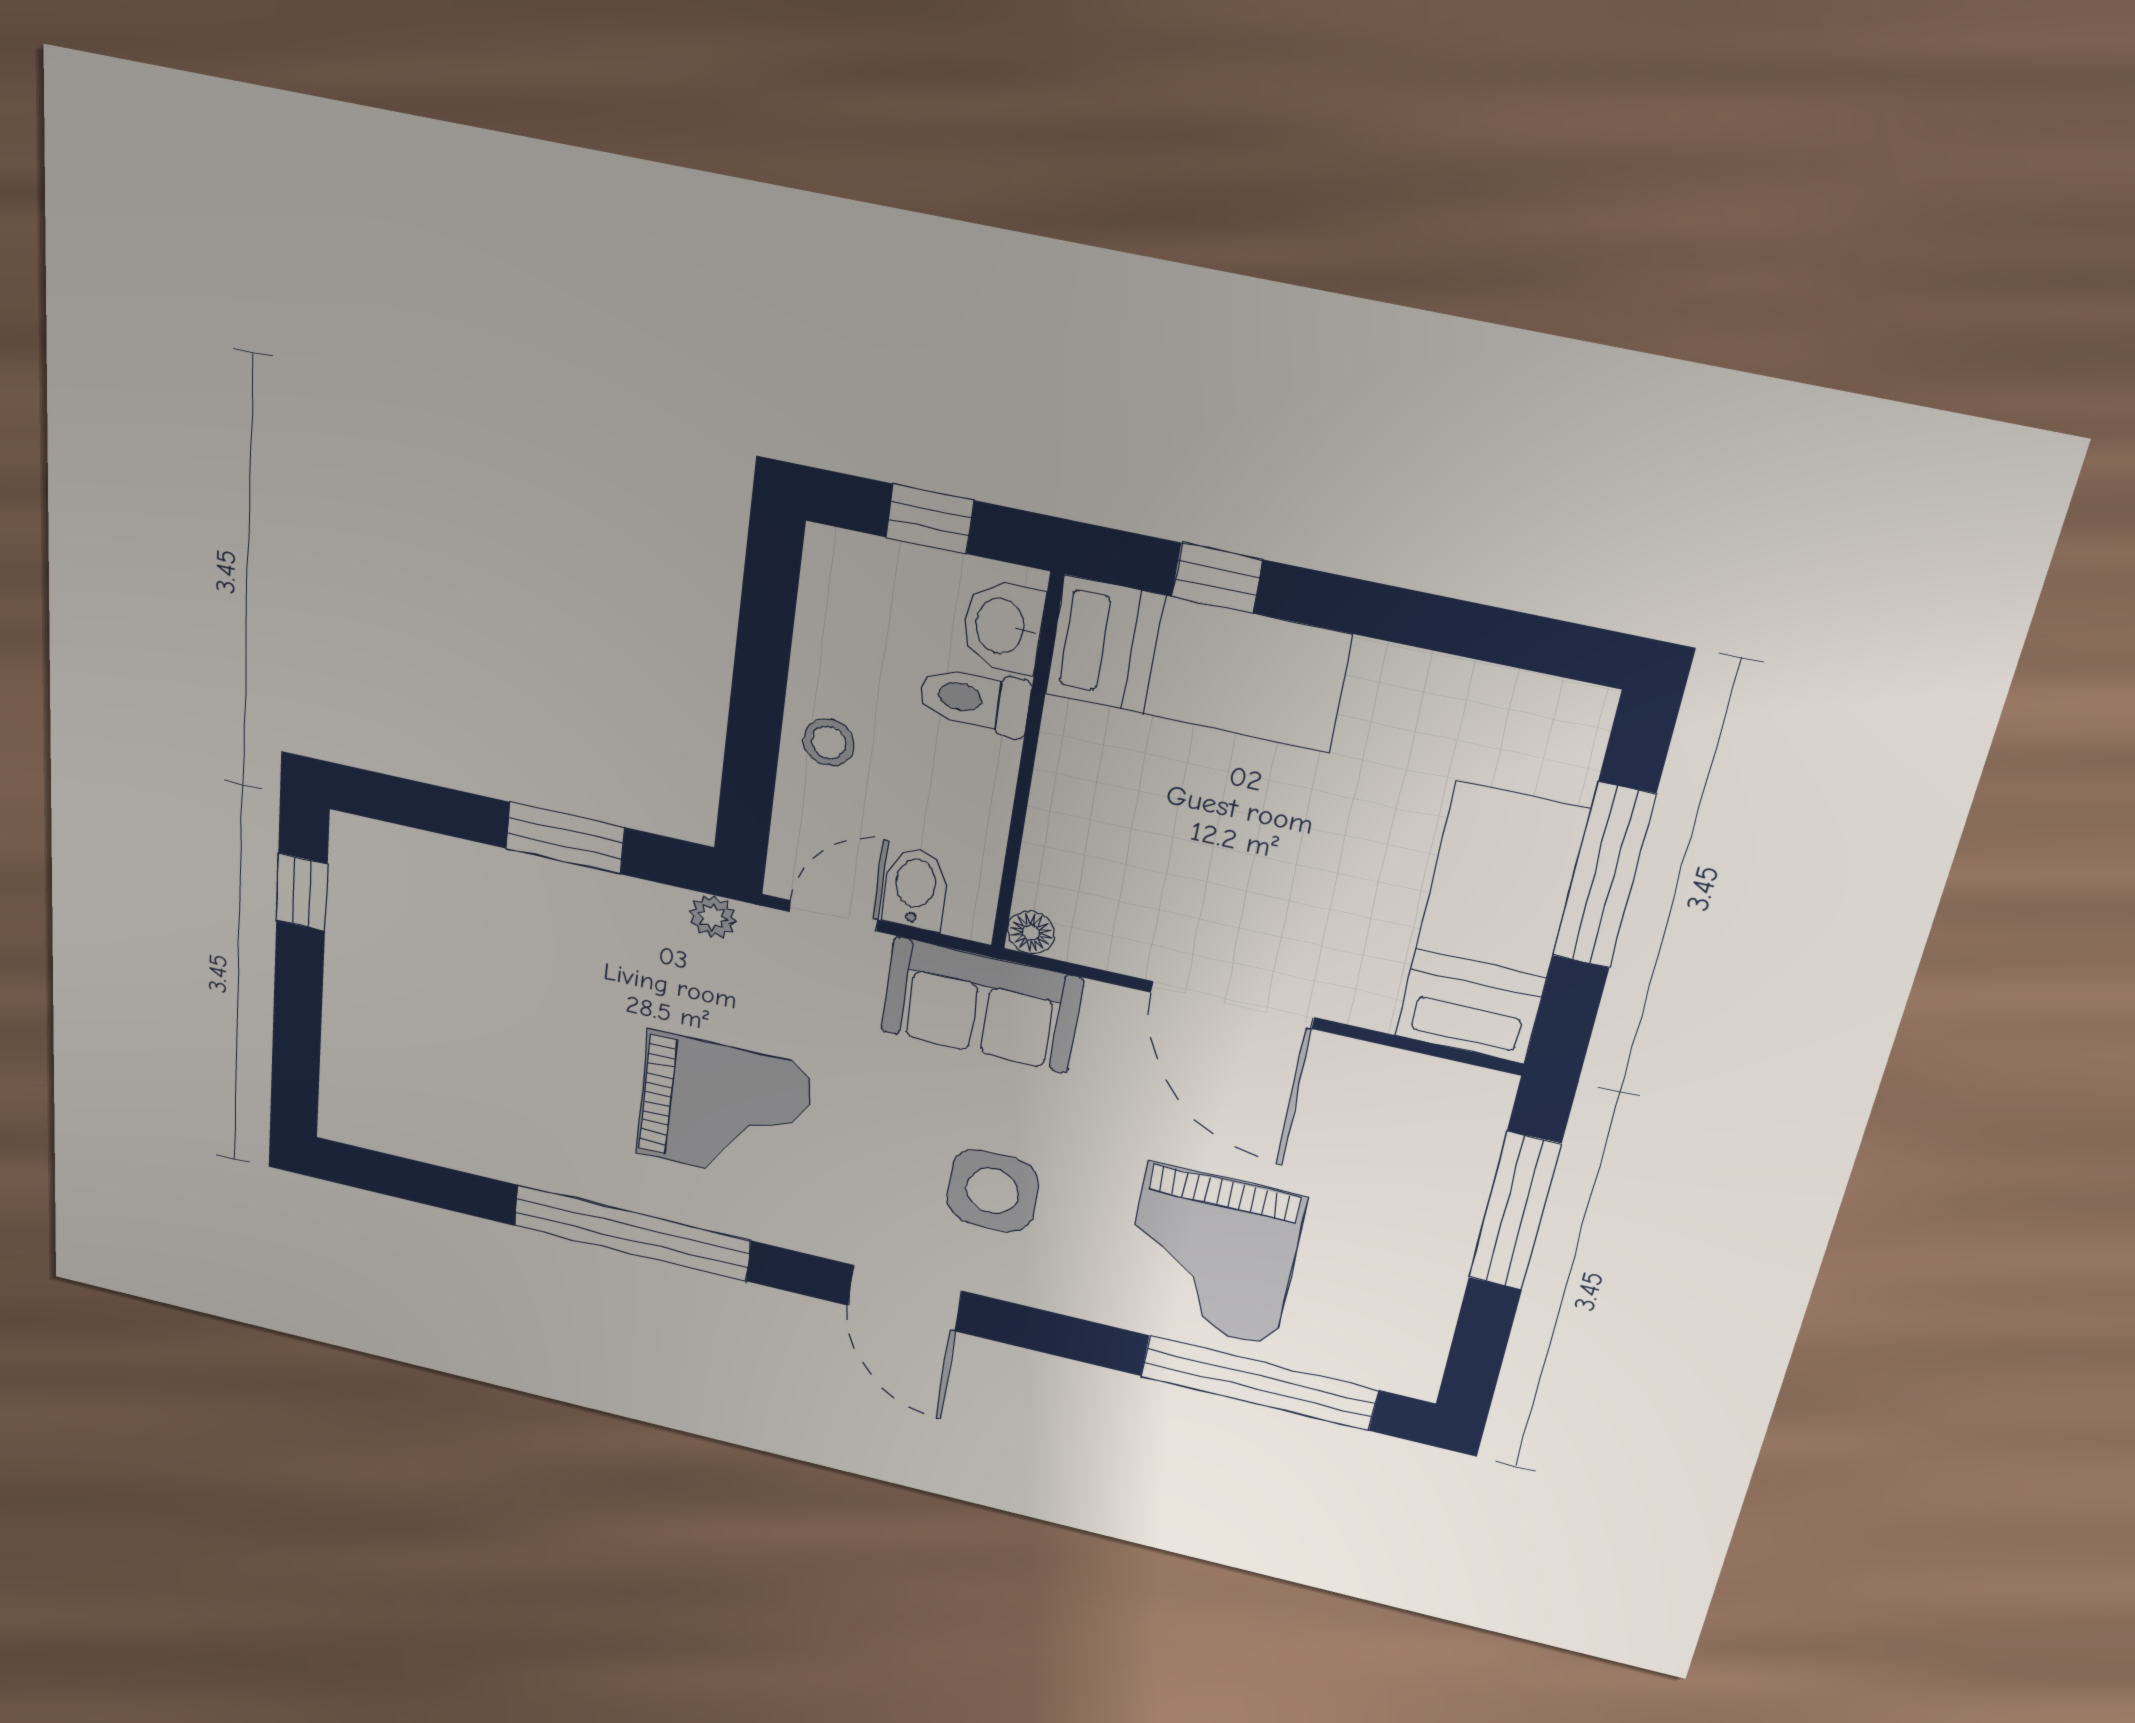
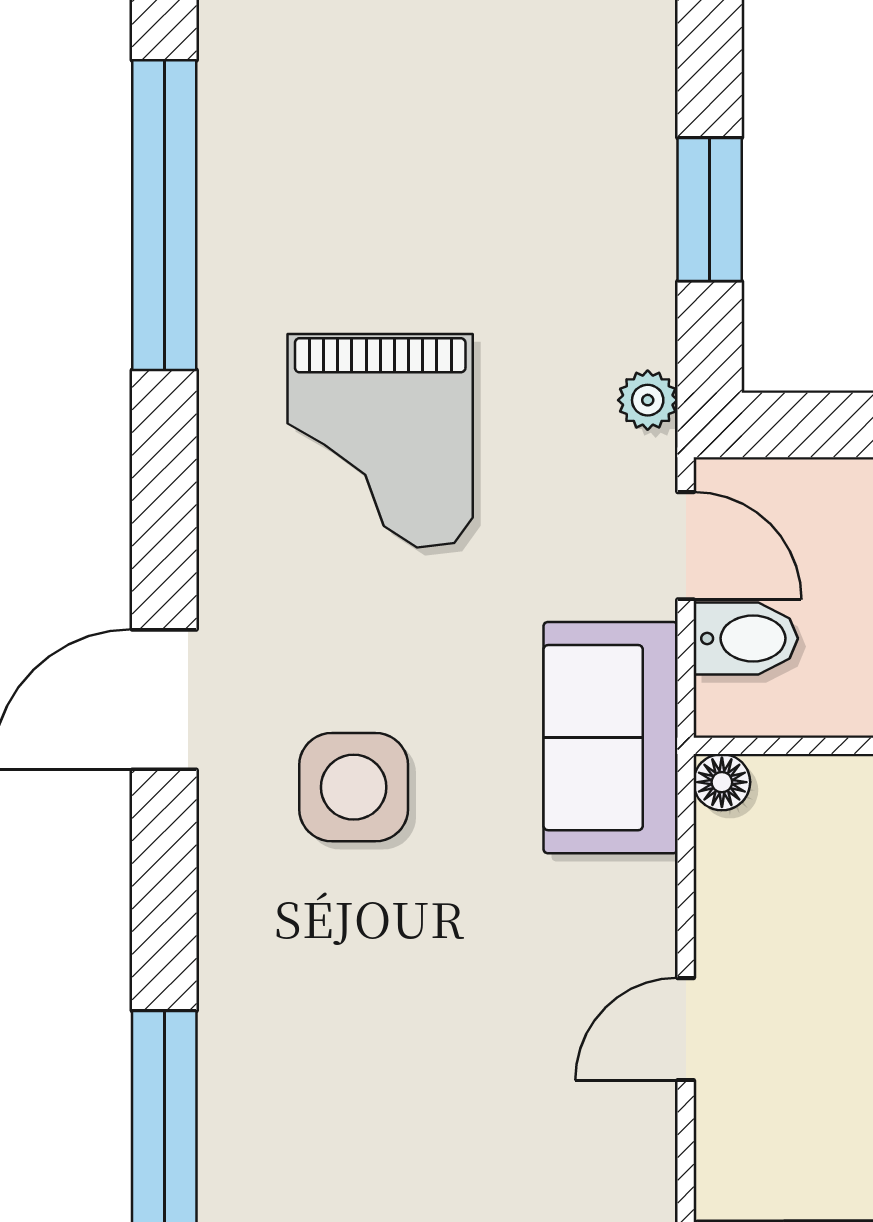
door: (1232, 1005) -> (686, 1029), width x0.53
window: (632, 1233) -> (164, 215), moved
grand piano: (1212, 1255) -> (335, 1066), removed

